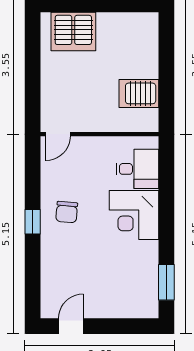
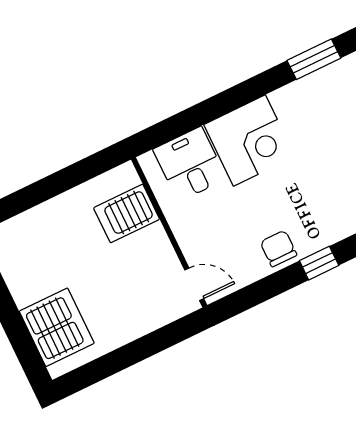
server rack: (139, 93) -> (127, 214), moved, turned 90
chair: (67, 212) -> (278, 248), moved, turned -95

